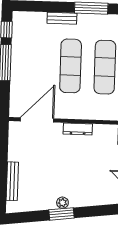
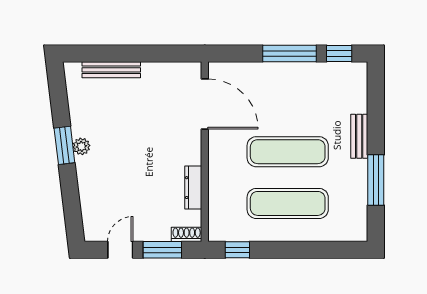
dresser: (78, 129) -> (193, 188), moved

